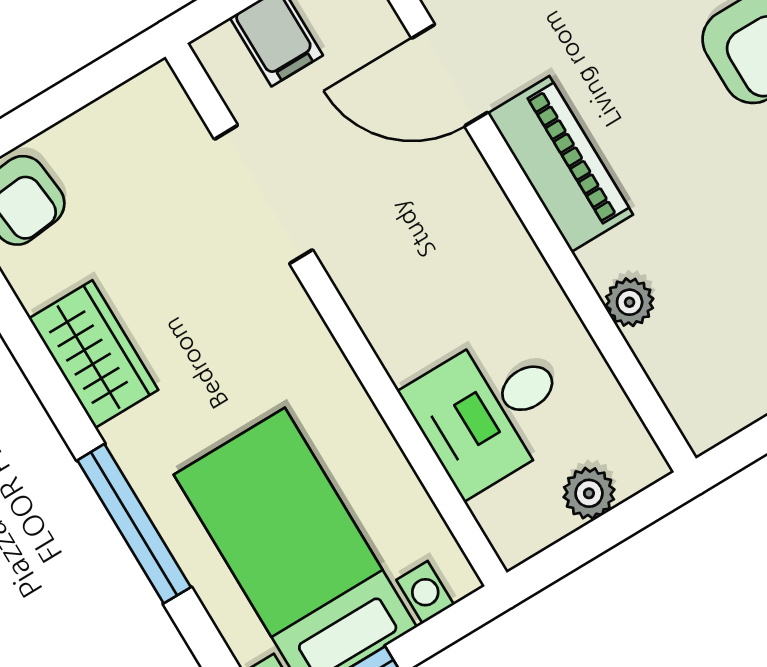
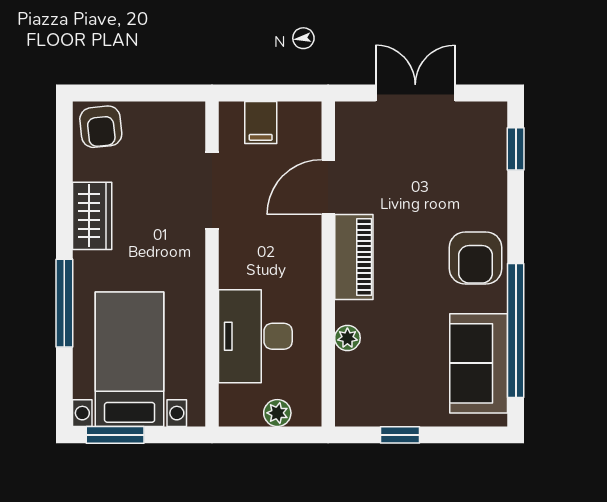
door: (450, 75) -> (328, 187), hinge flipped
desk: (490, 411) -> (255, 336), width x1.37

